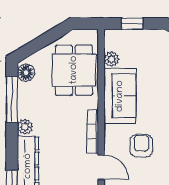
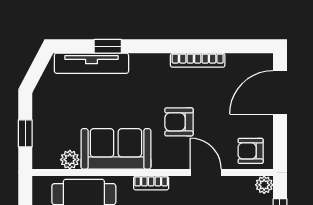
bookcase: (93, 132) -> (151, 183), width x0.64
door: (101, 167) -> (206, 172), hinge flipped

